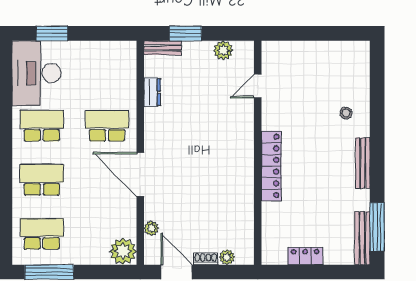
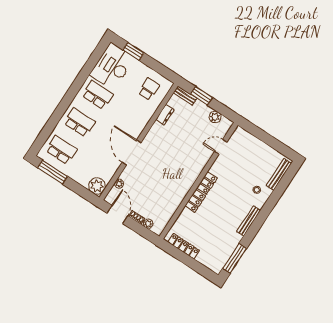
school desk: (107, 126) -> (149, 89), moved, width x0.54
bench: (362, 238) -> (279, 174), moved
locker: (305, 256) -> (184, 246), width x1.53

